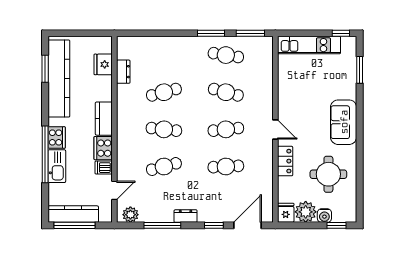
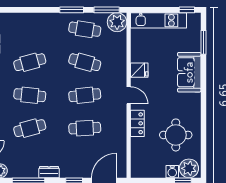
plant: (262, 47) -> (117, 22), added
sofa: (344, 122) -> (189, 72), moved
plant: (306, 212) -> (189, 168), moved
fridge: (286, 213) -> (139, 70), moved, turned 90

